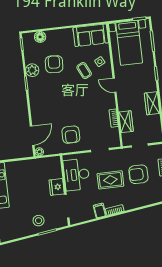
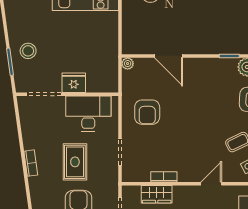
armchair: (71, 135) -> (147, 112), turned -90
door: (32, 136) -> (169, 56), moved
filing cabinet: (100, 211) -> (32, 141), removed

